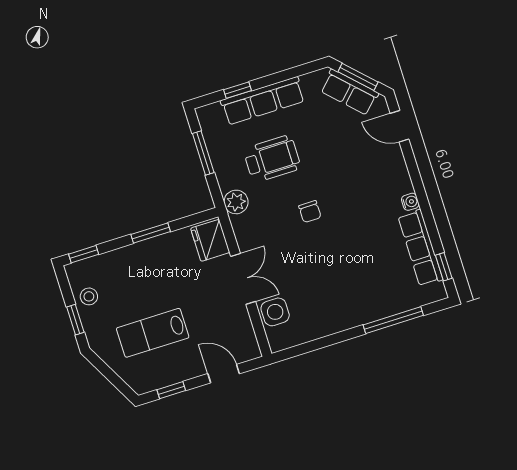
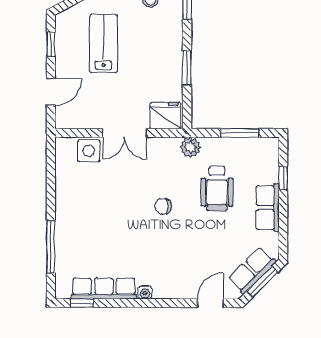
row of seats: (263, 101) -> (268, 207), width x0.68

